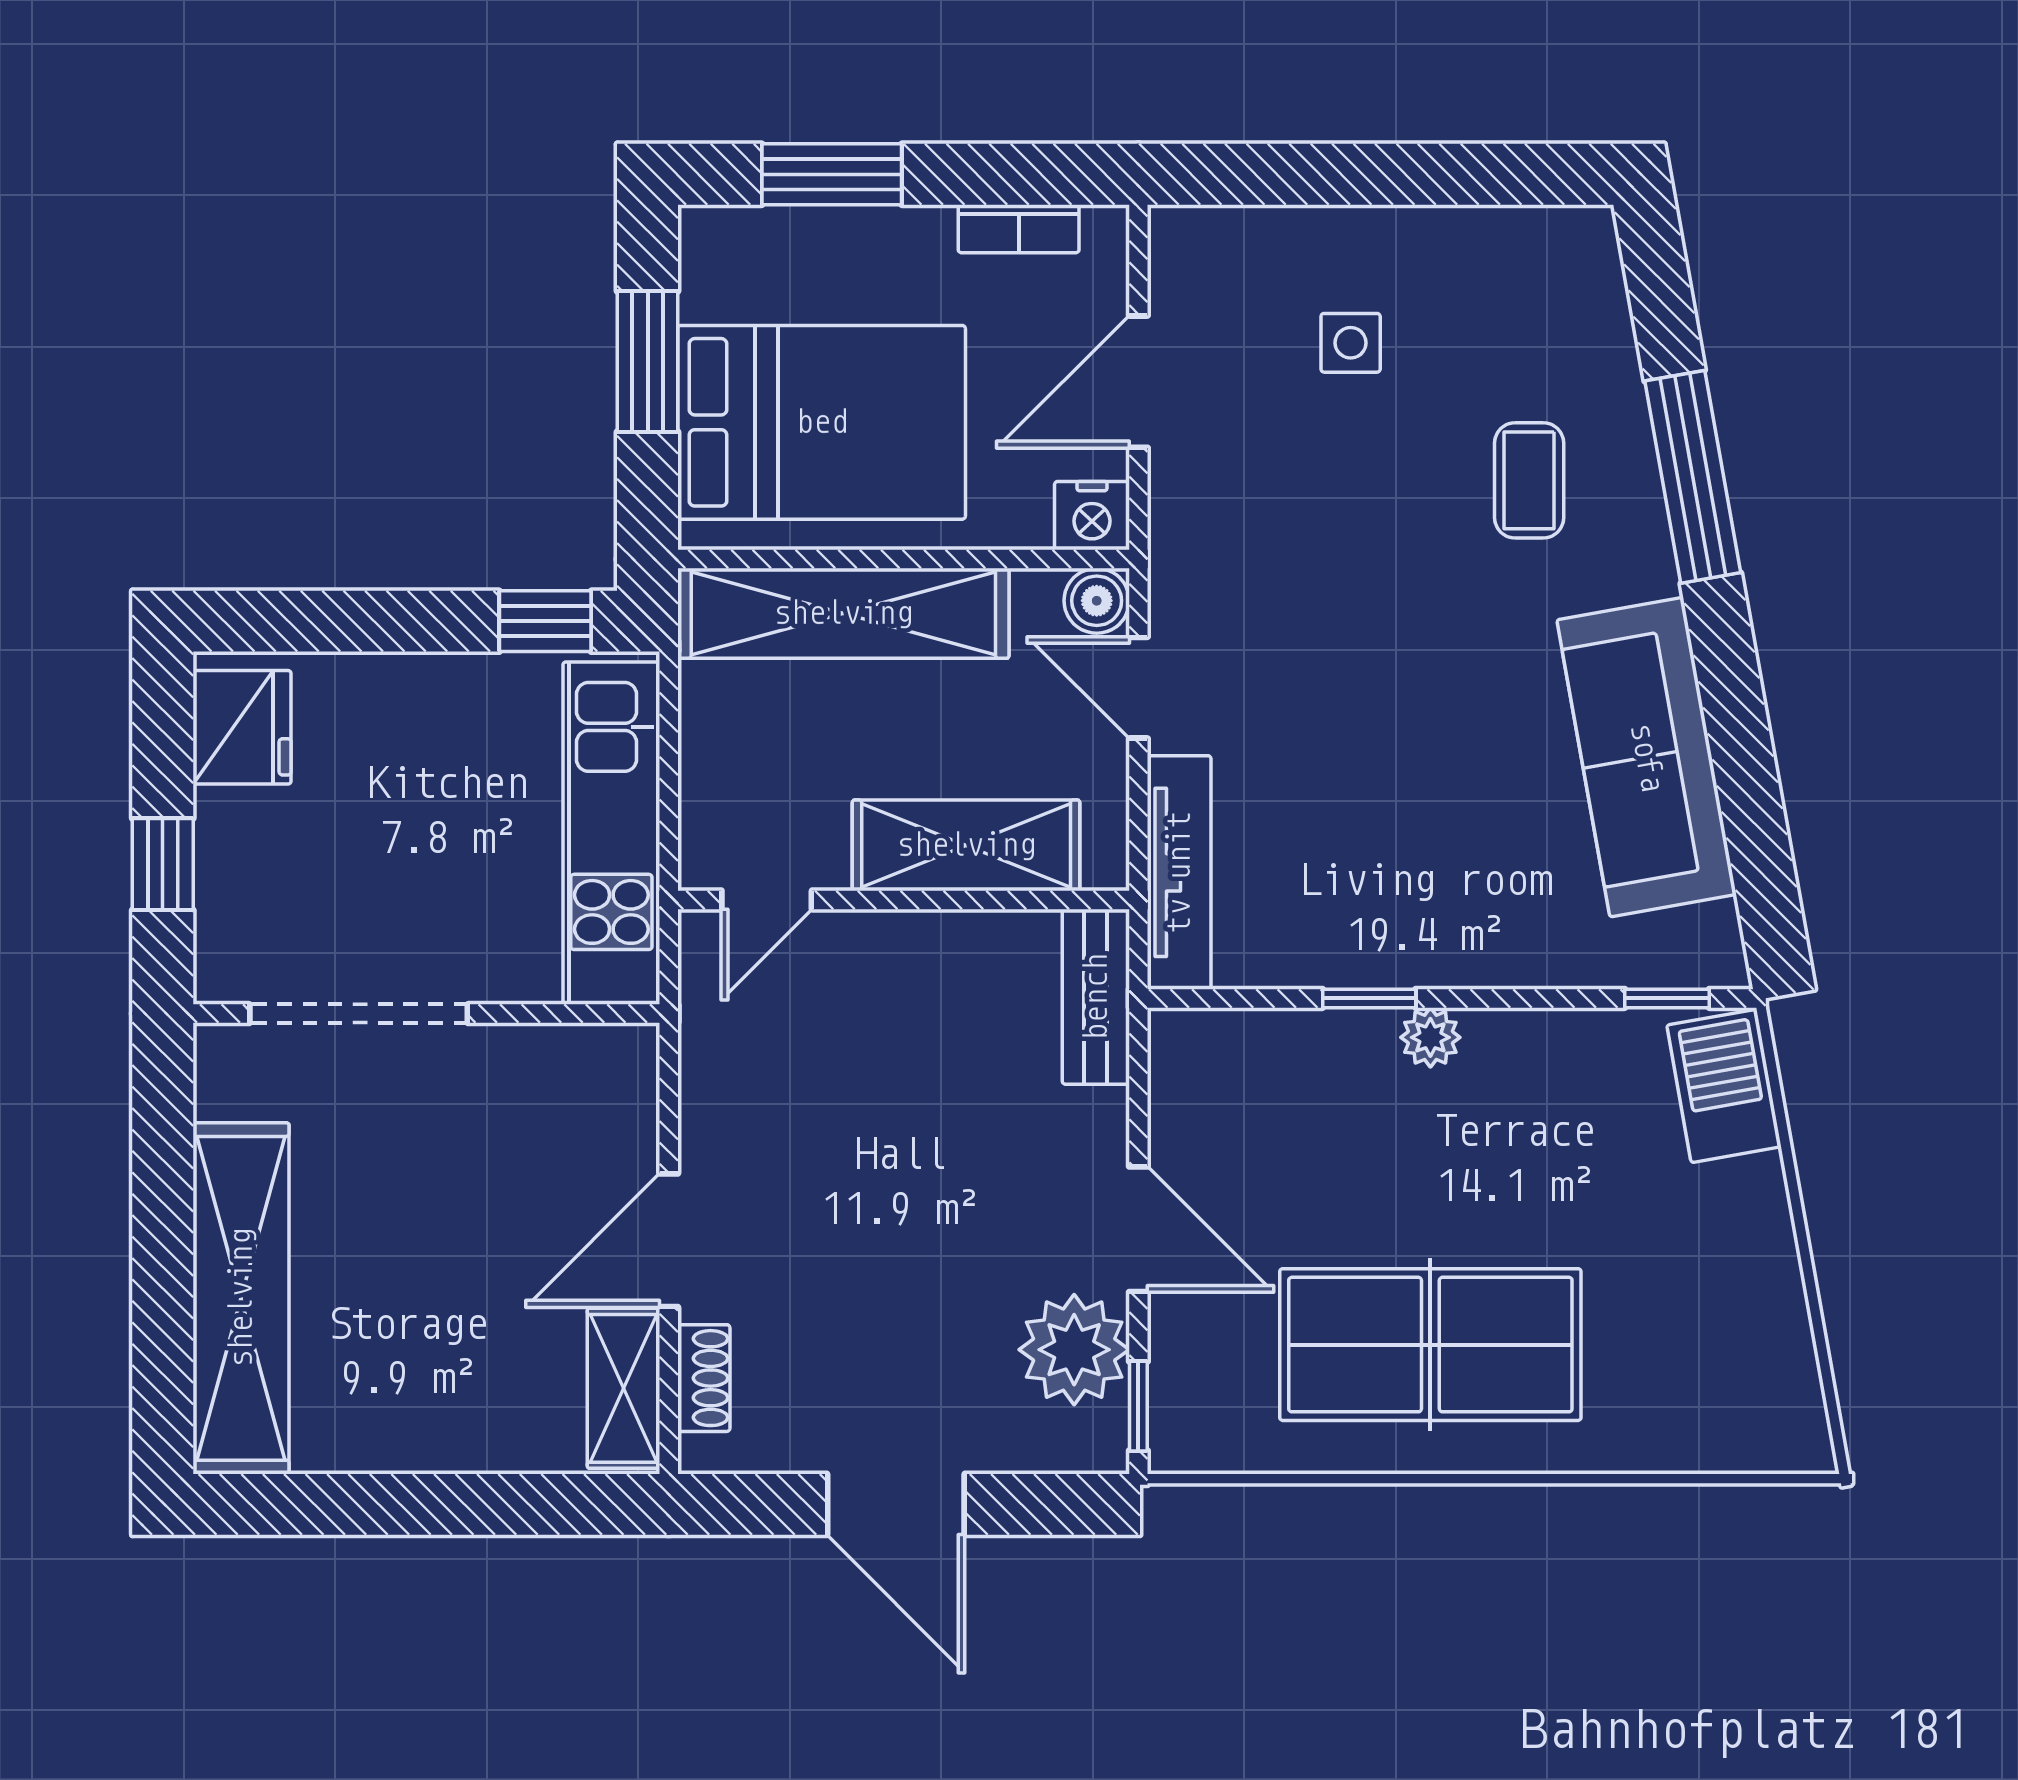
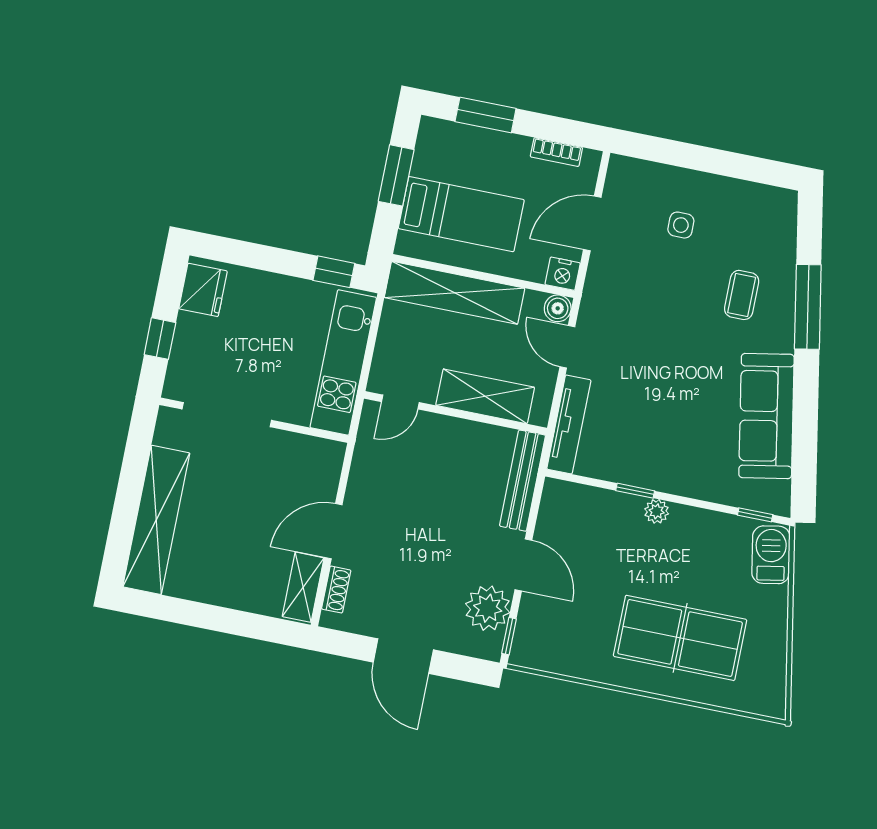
bed: (822, 422) -> (461, 214), width x0.67
bench: (1096, 997) -> (523, 481), width x1.36
table tennis table: (1430, 1345) -> (680, 638), moved

